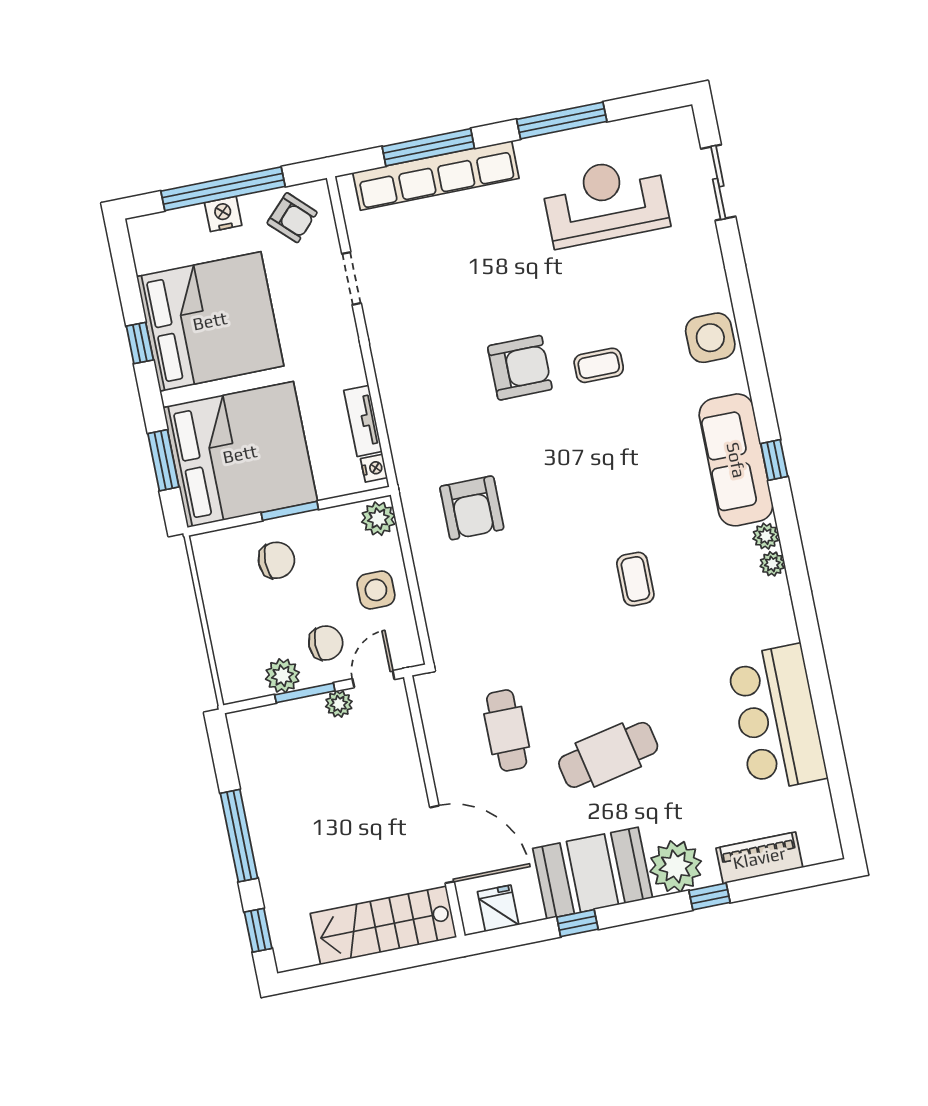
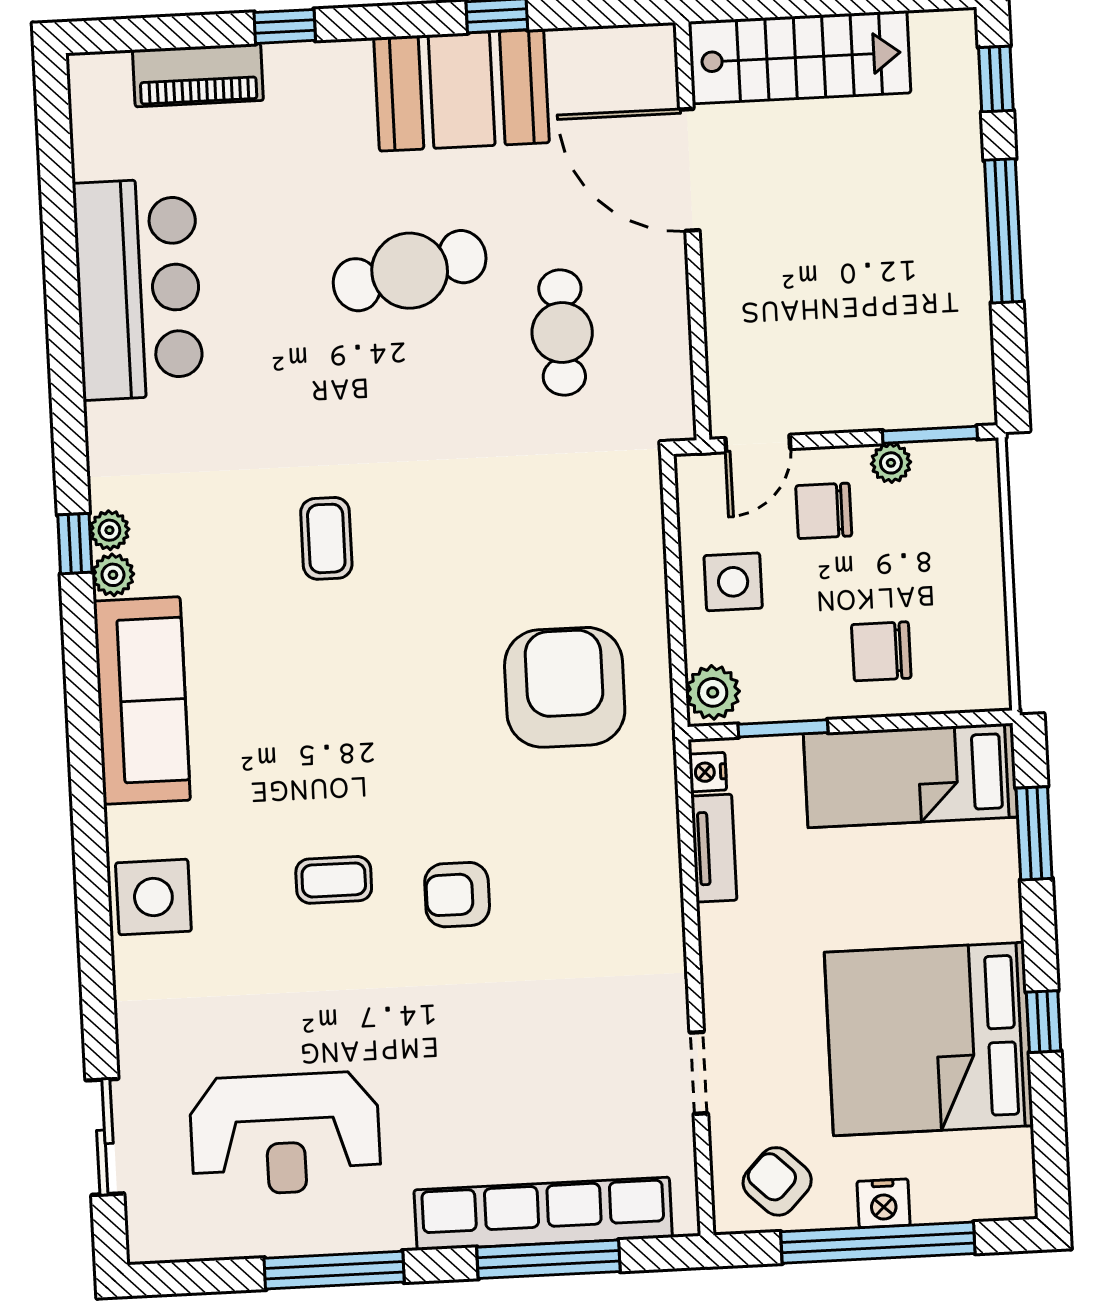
armchair: (520, 368) -> (457, 895), width x0.72, depth x0.72
bed: (240, 454) -> (911, 775), width x0.49
window: (774, 460) -> (75, 544), moved
armchair: (472, 508) -> (565, 687), width x1.36, depth x1.36
window: (290, 511) -> (783, 728), moved
plant: (282, 676) -> (891, 463), width x0.73, depth x0.73
window: (305, 693) -> (930, 435), moved
plant: (339, 704) -> (817, 413), removed
plant: (676, 866) -> (330, 81), removed
fridge: (498, 908) -> (617, 57), removed

